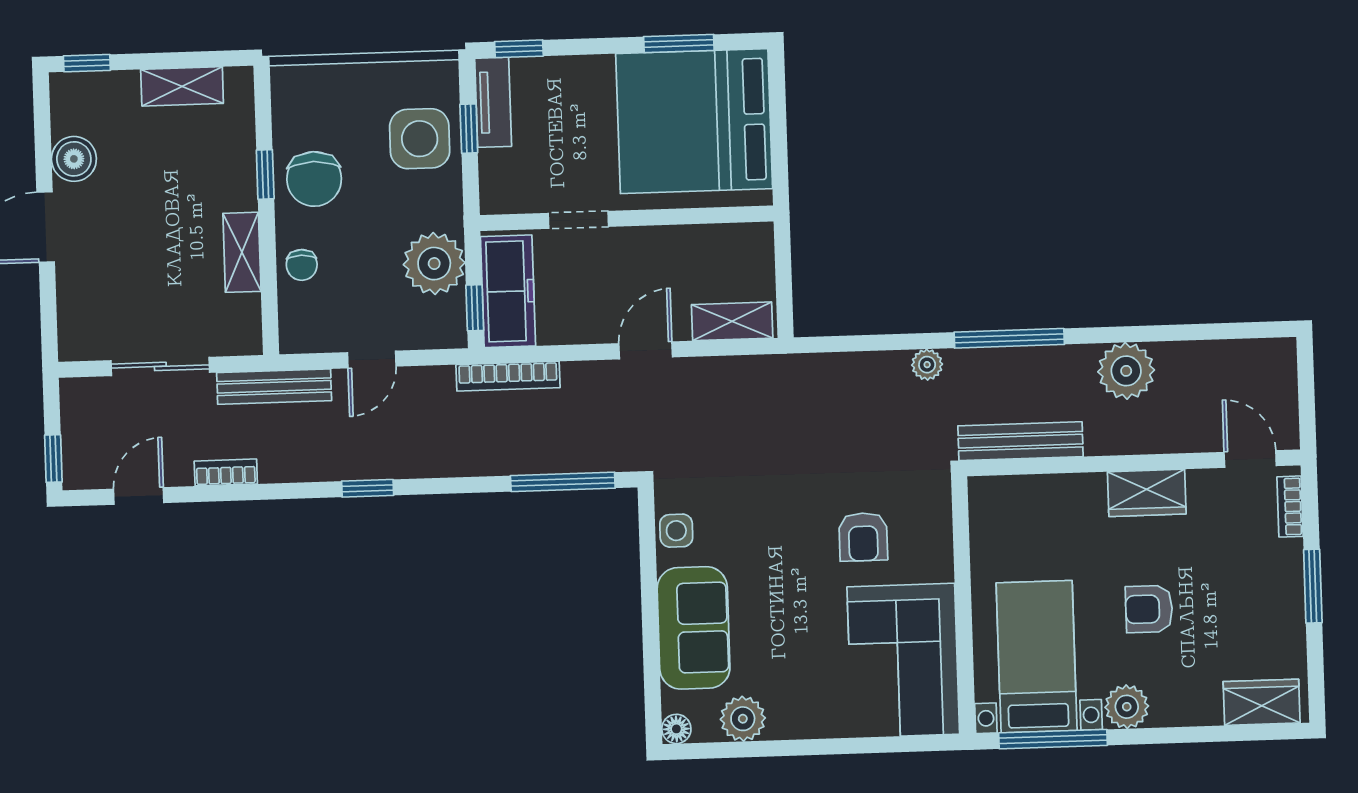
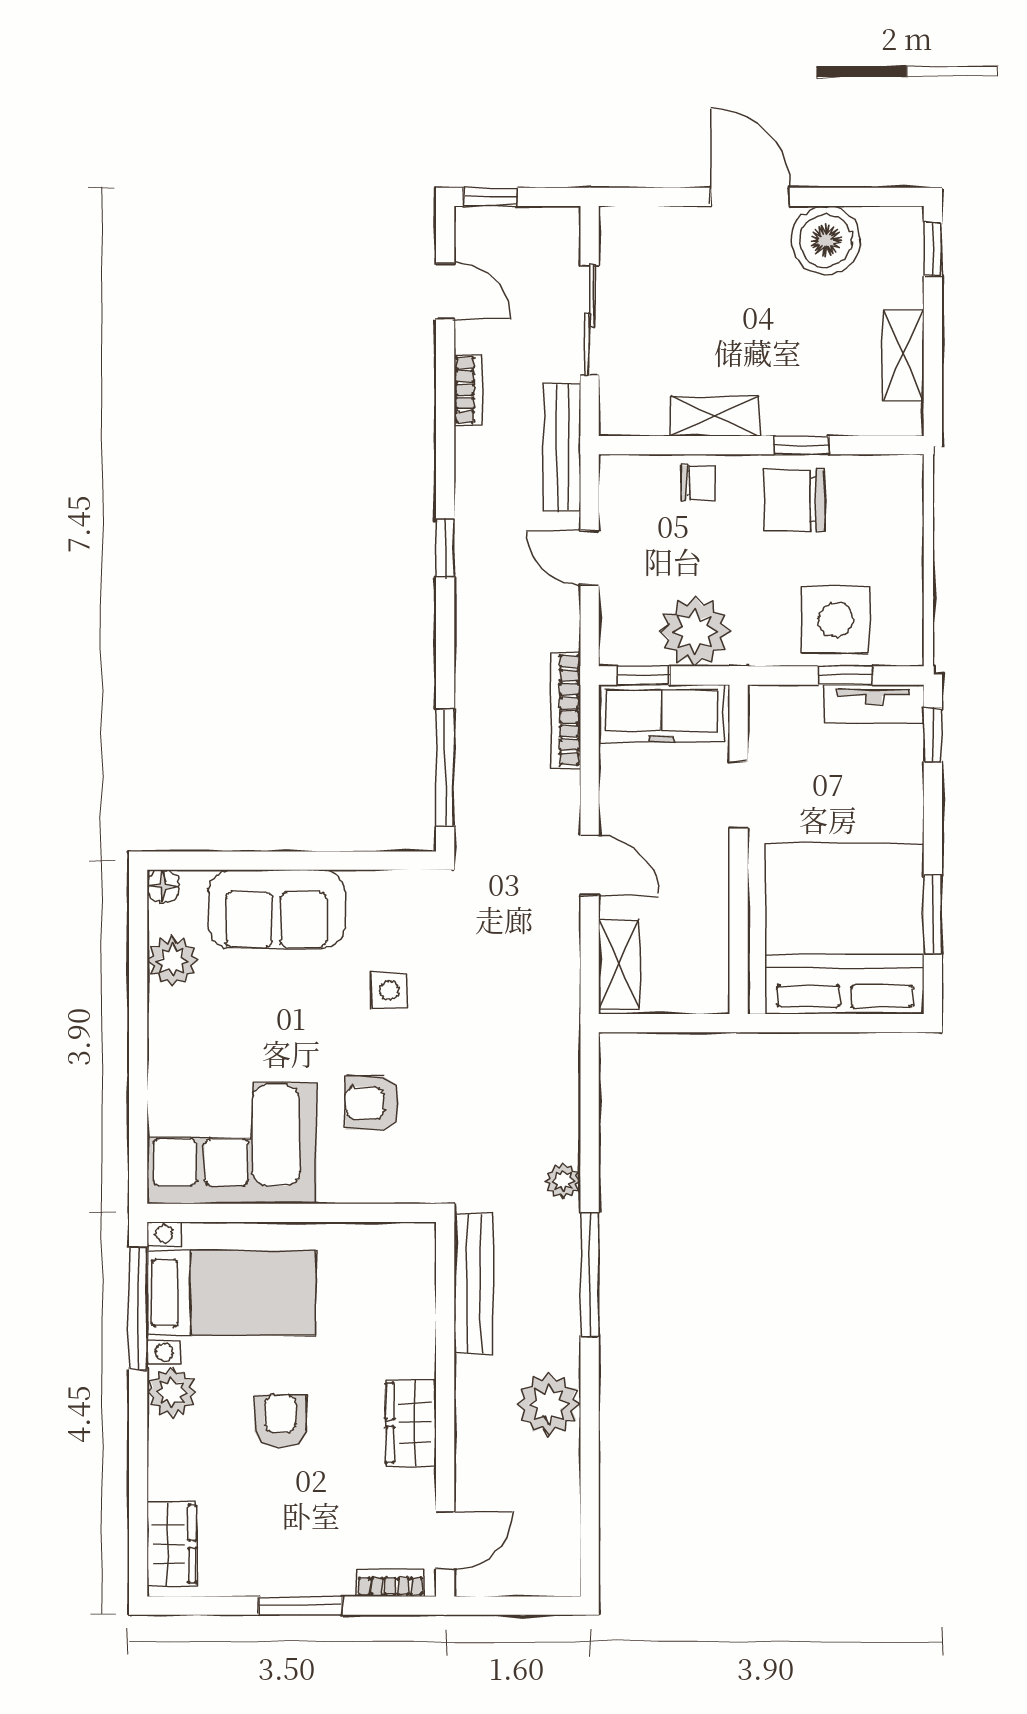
boiler: (74, 159) -> (826, 240), width x1.37, depth x1.37
chair: (302, 265) -> (698, 483), turned 180
side table: (676, 531) -> (389, 990), moved

